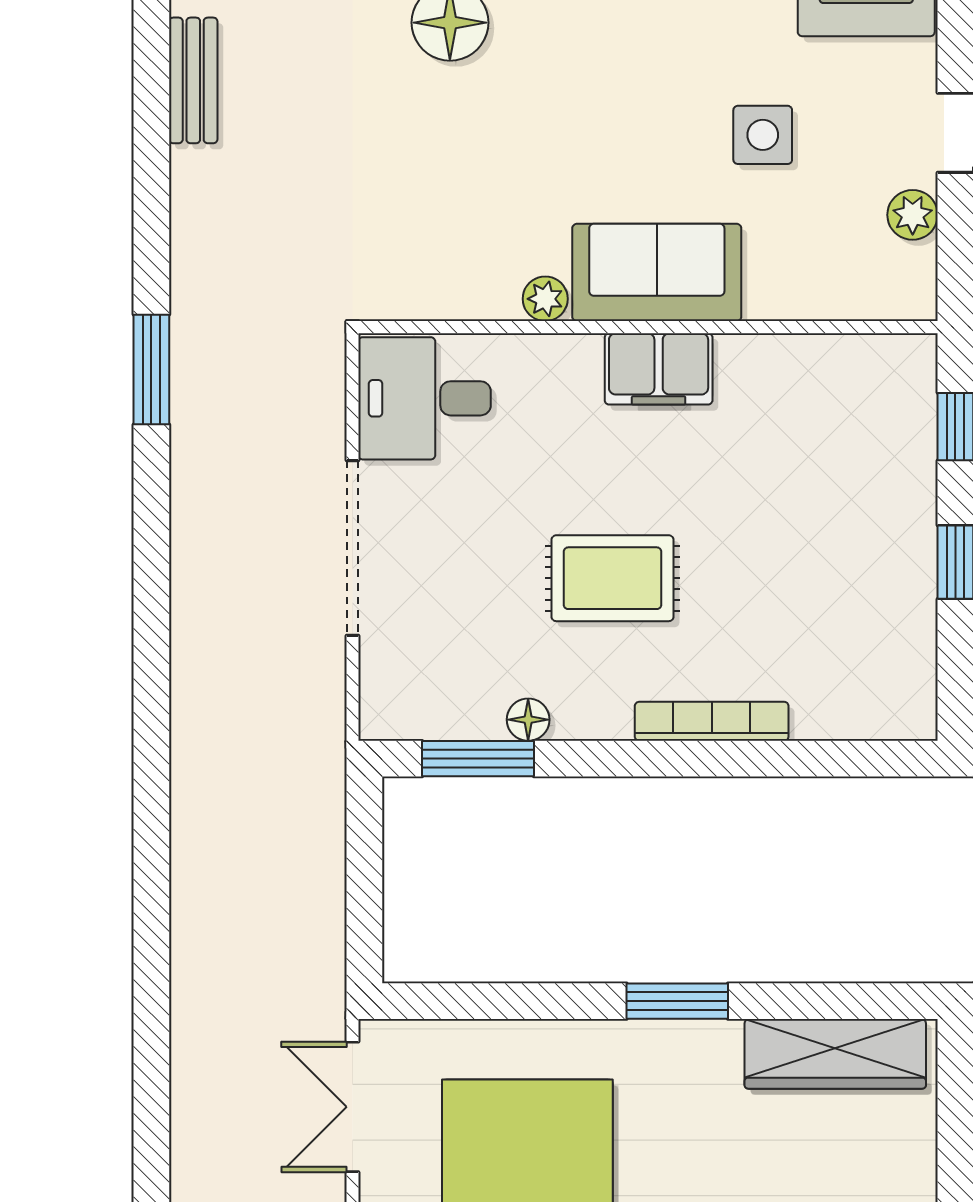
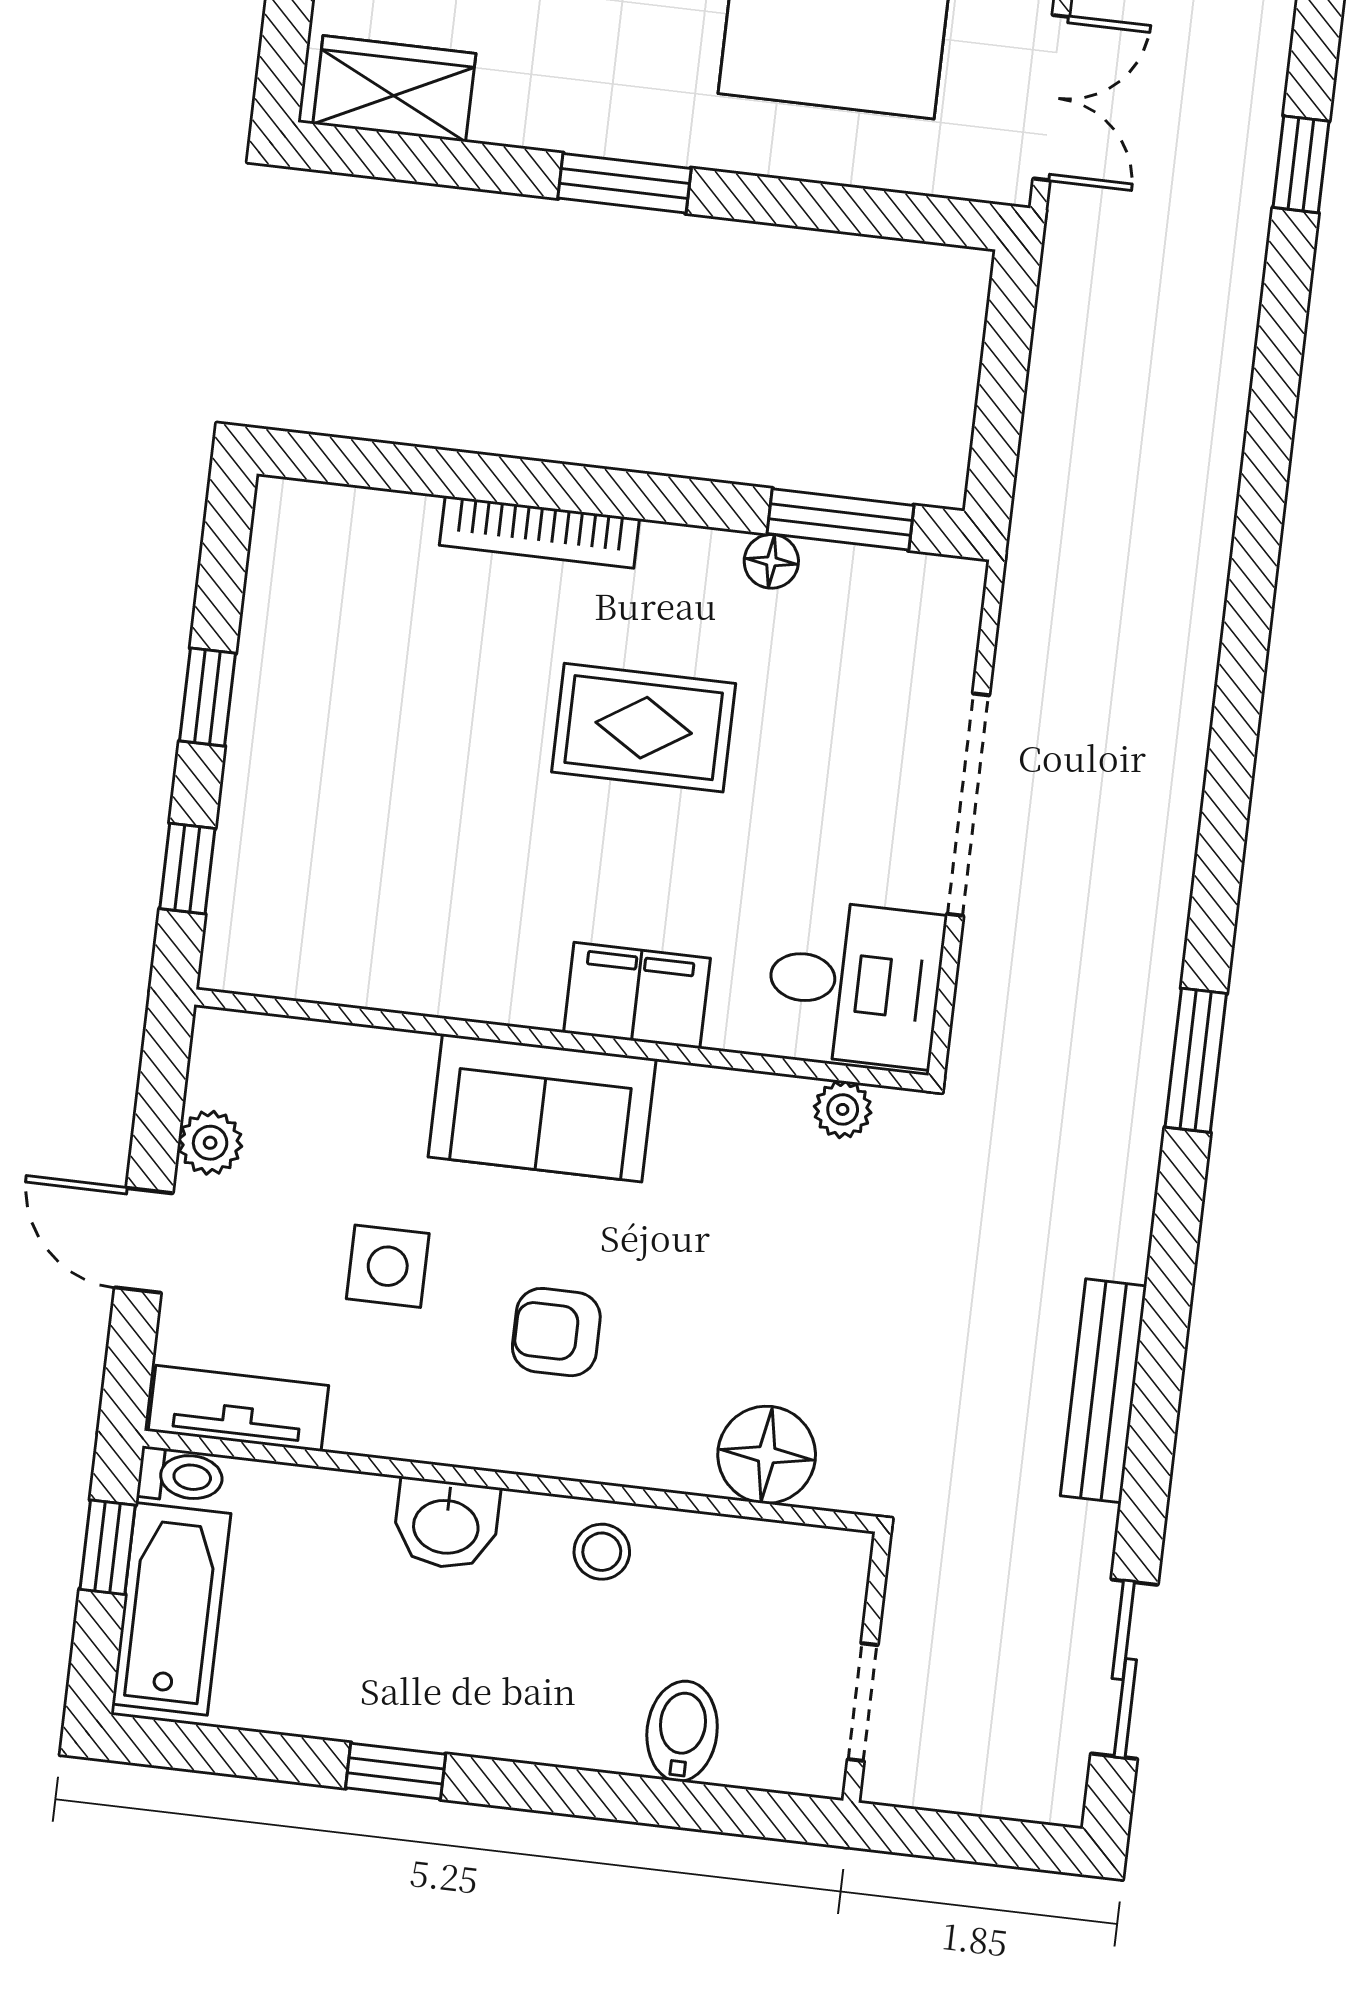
bench: (193, 80) -> (1103, 1391), width x1.36
armchair: (625, 99) -> (556, 1332), added
plant: (545, 299) -> (843, 1109), moved
filing cabinet: (659, 369) -> (637, 995), moved
wardrobe: (835, 1054) -> (394, 89), width x0.67
window: (151, 1078) -> (1301, 164), added

